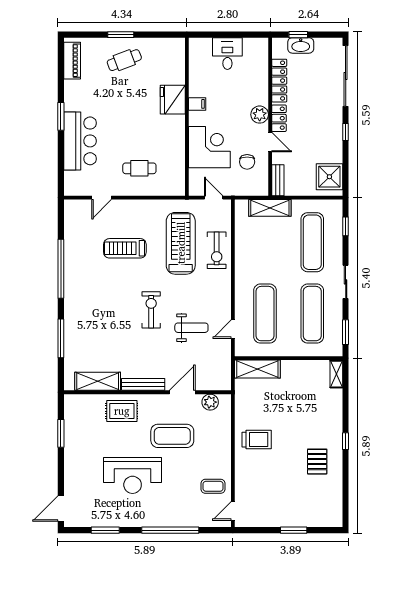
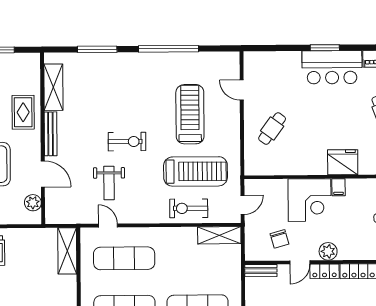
bar counter: (80, 141) -> (332, 67), moved
corner desk: (209, 147) -> (310, 200), moved
chair: (247, 162) -> (279, 239), turned -106
cafe table: (139, 168) -> (272, 129), turned 36
shelving: (270, 208) -> (219, 235), moved, turned 90
treadmill: (125, 248) -> (190, 114), width x1.37, depth x1.38

